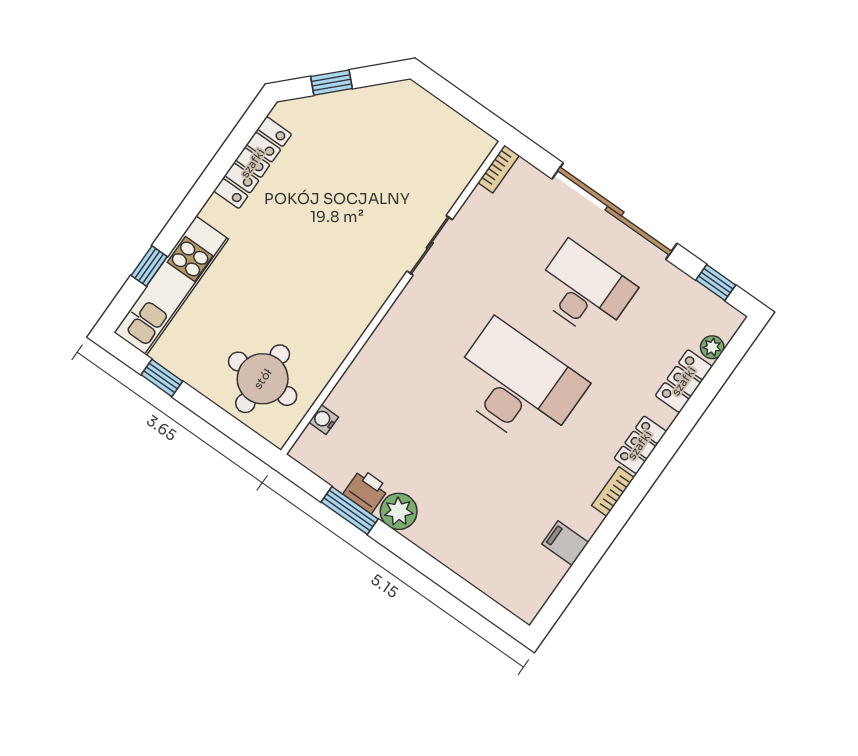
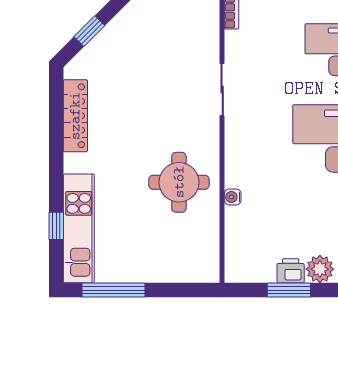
window: (162, 378) -> (113, 290), width x2.17
round table: (263, 379) -> (179, 182), moved
water cooler: (324, 420) -> (233, 197), moved

